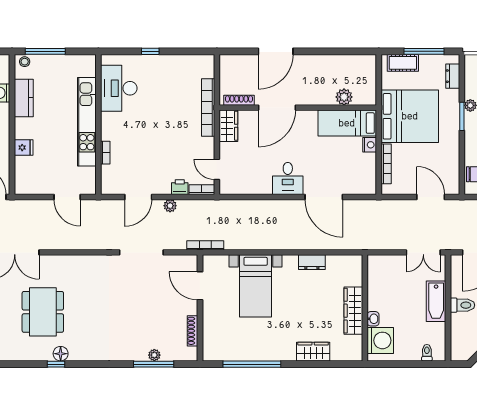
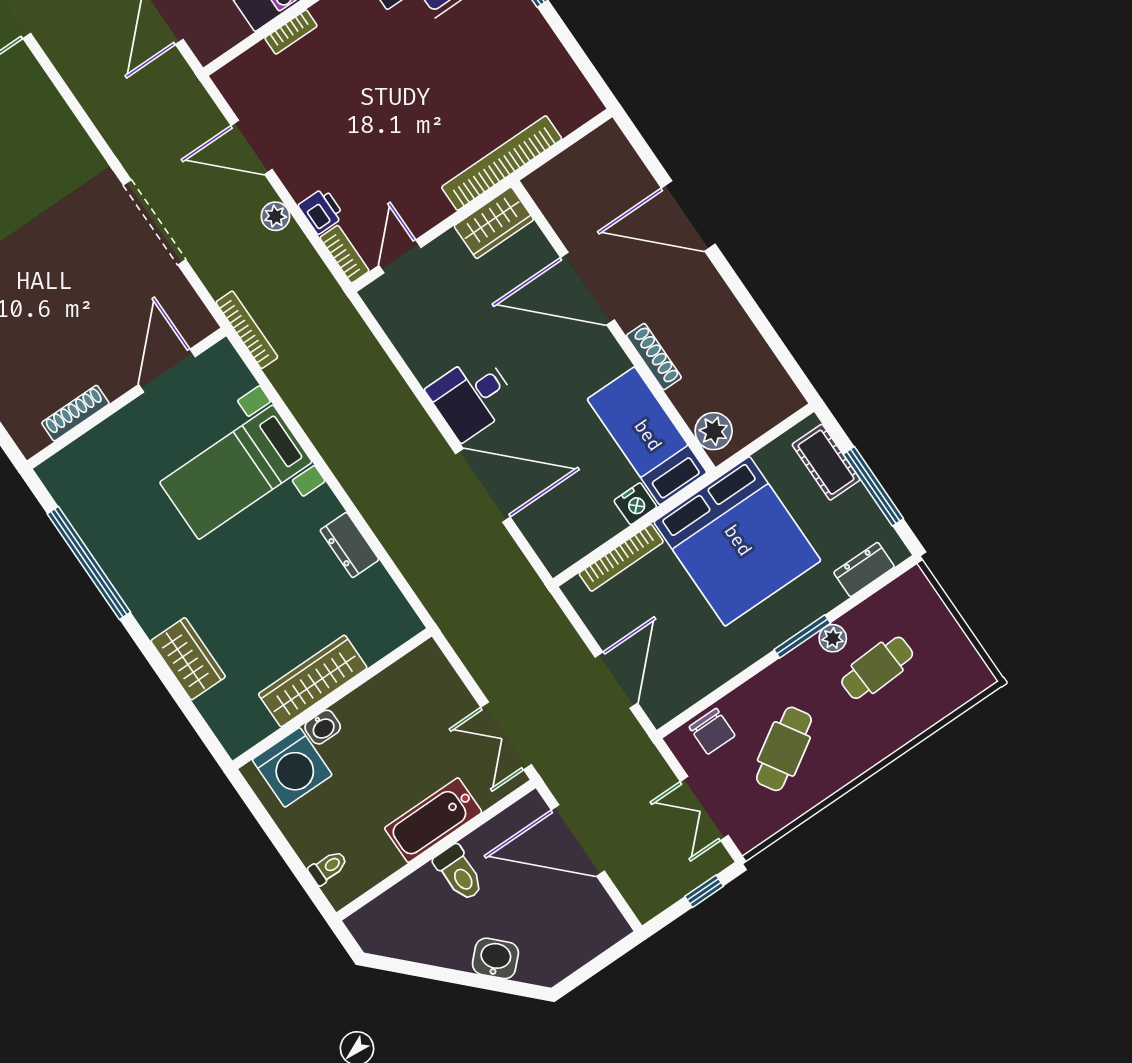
plant: (344, 97) -> (714, 431), moved
shoe rack: (239, 100) -> (654, 357), moved
door: (324, 197) -> (483, 485), swing flipped

